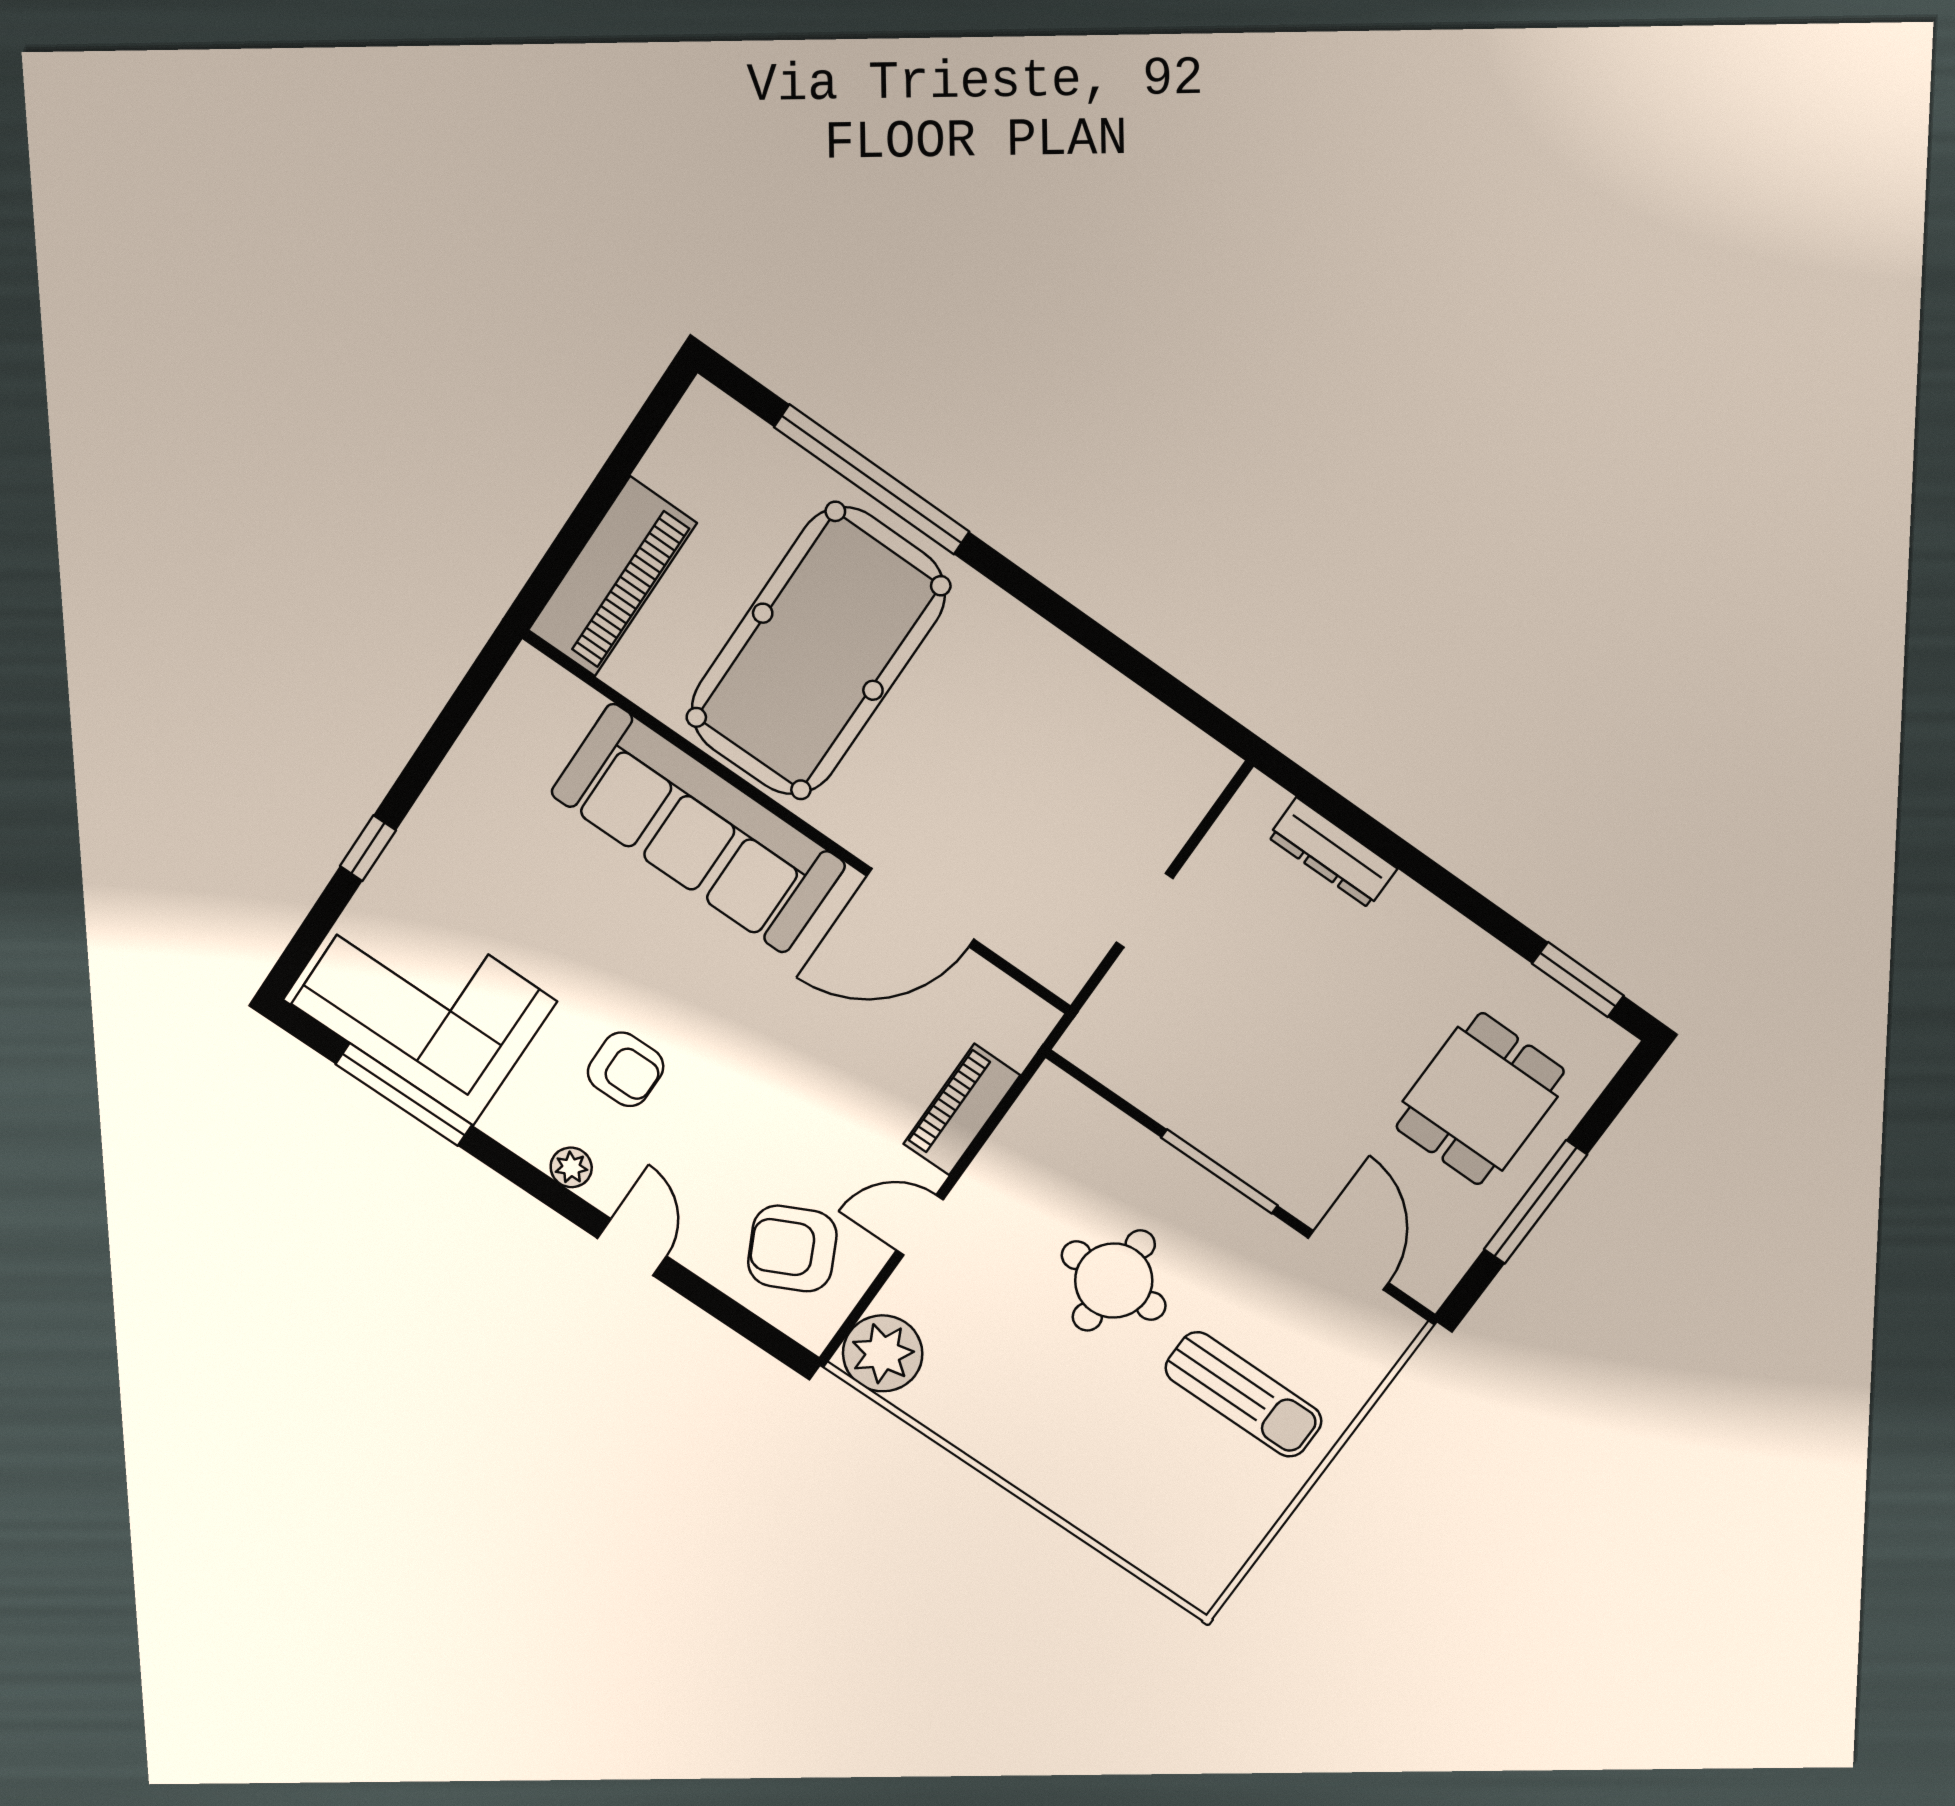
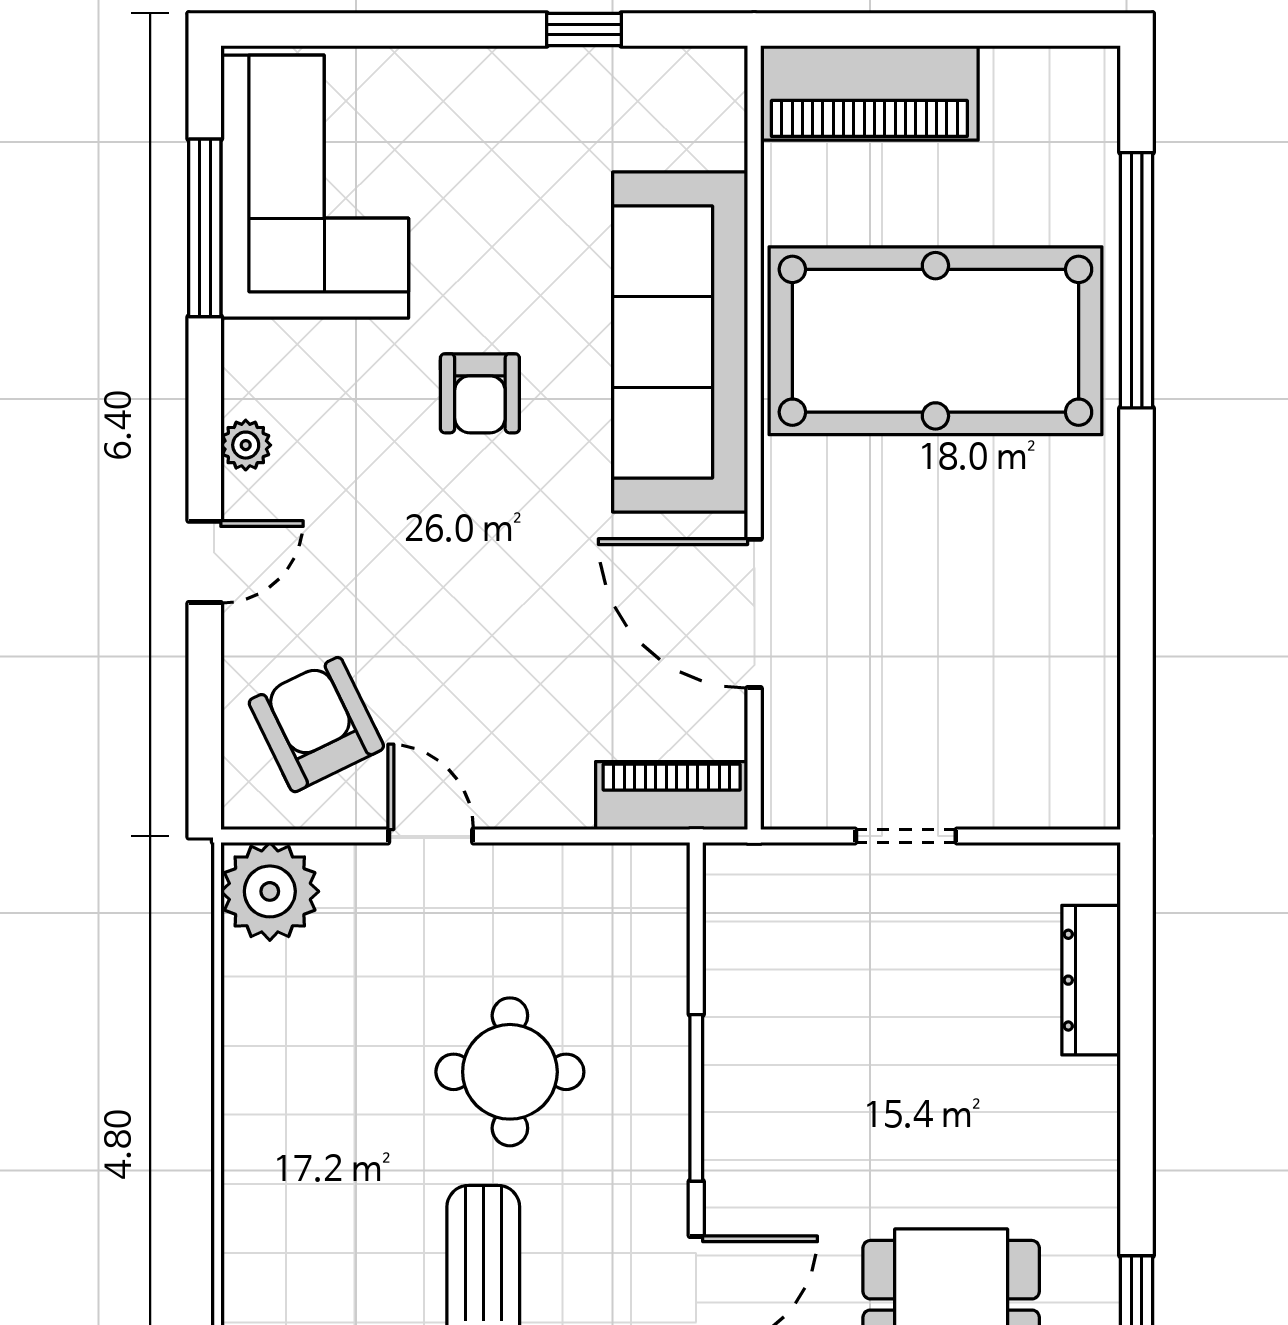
window: (368, 848) -> (584, 30), moved
armchair: (626, 1069) -> (480, 393), moved
piano: (962, 1110) -> (672, 796), moved

